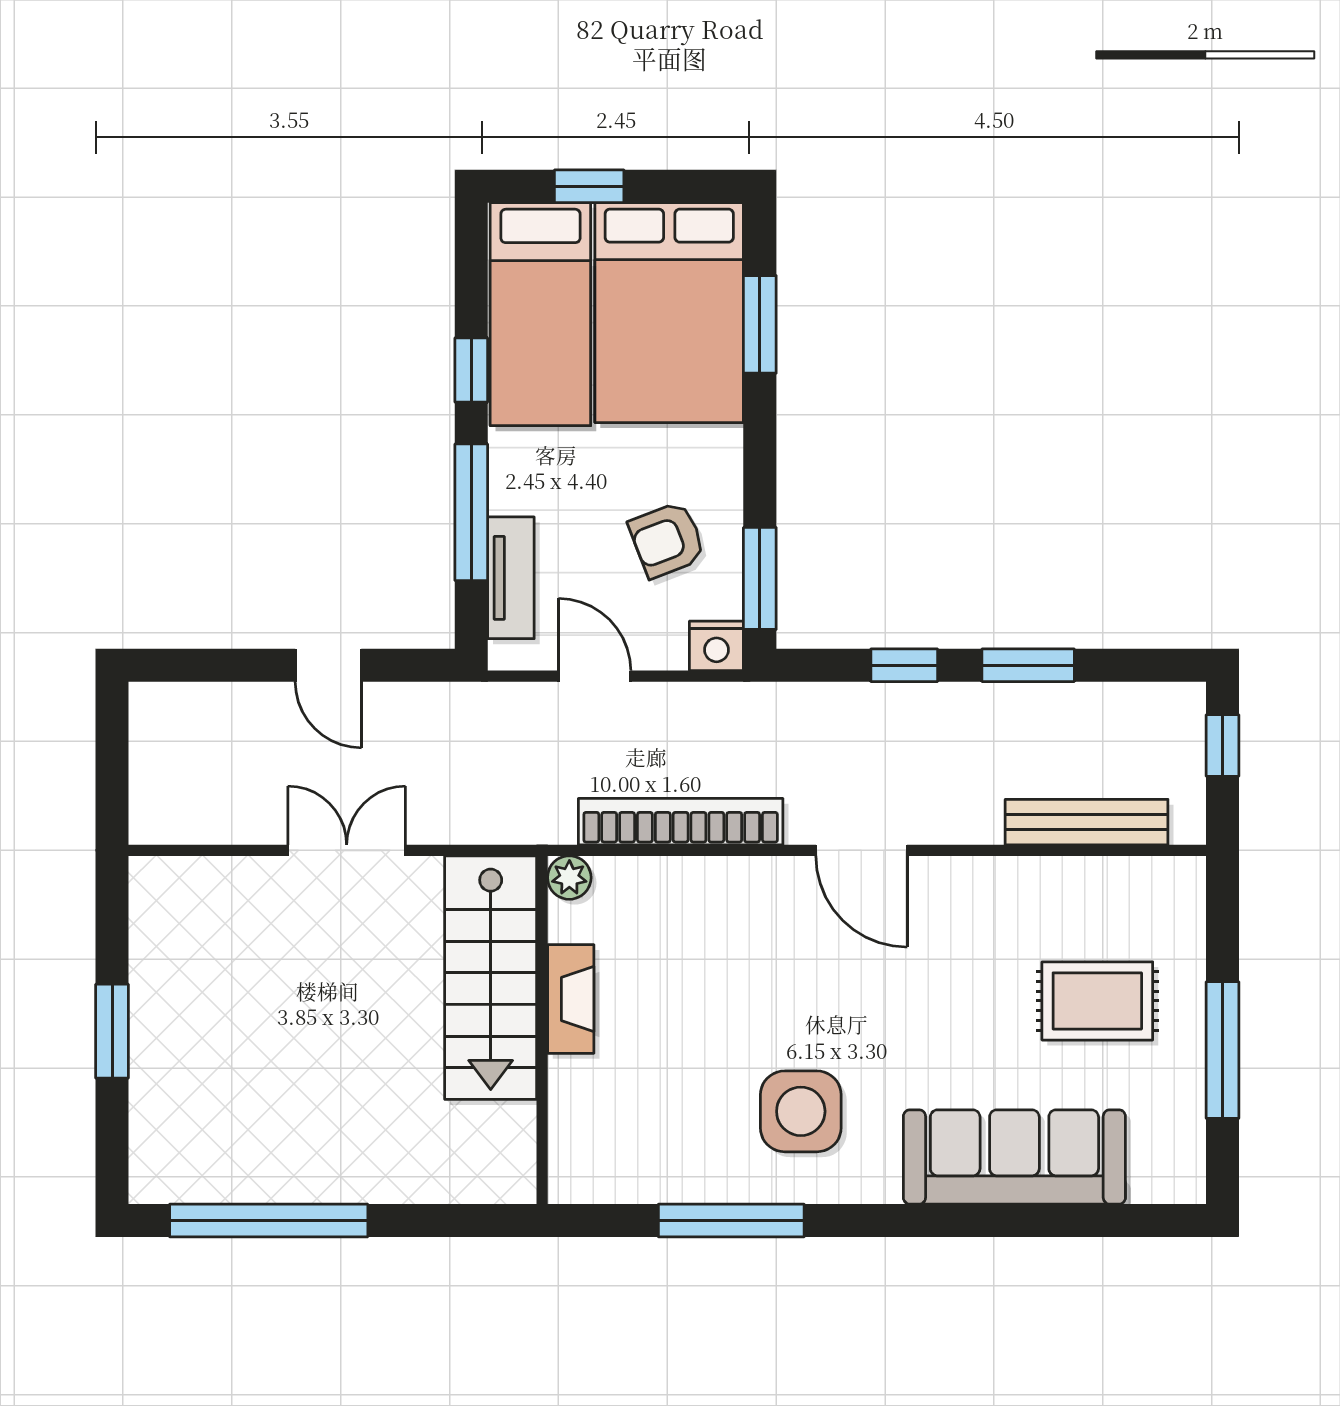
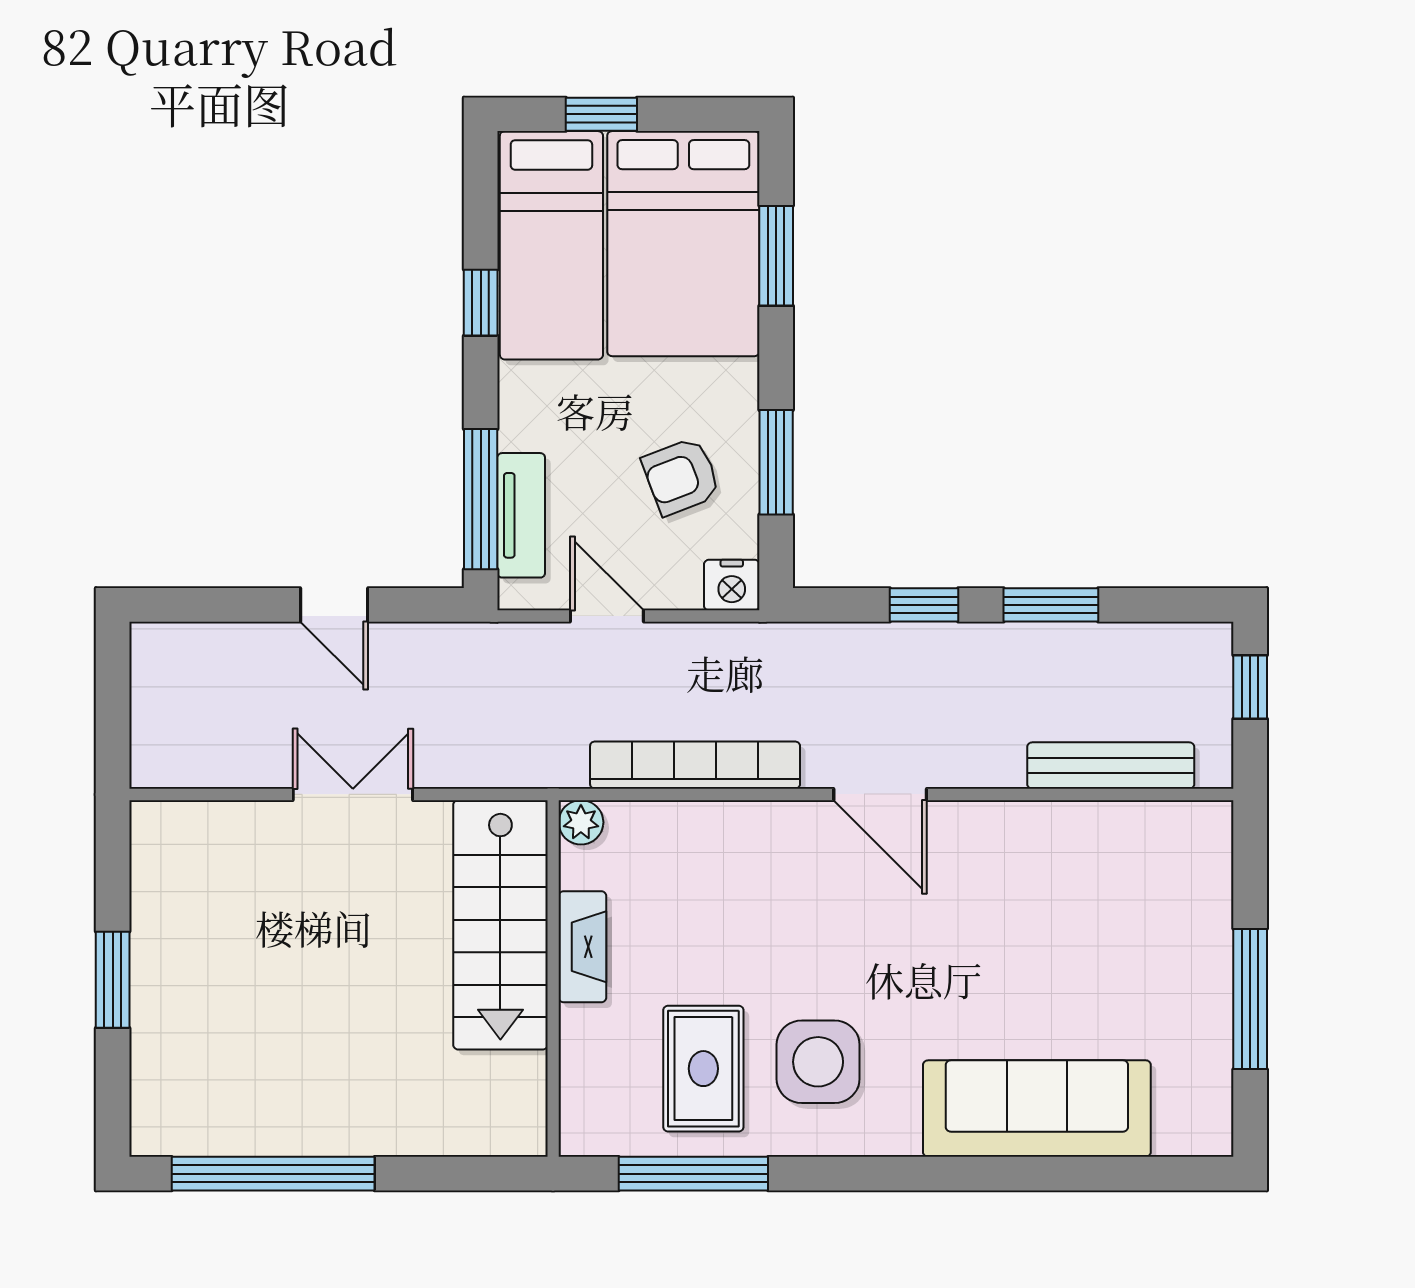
window: (471, 512) -> (481, 499), moved
window: (760, 578) -> (776, 462), moved
rug: (1097, 1001) -> (703, 1069), moved, turned 90
window: (731, 1220) -> (693, 1174), moved

